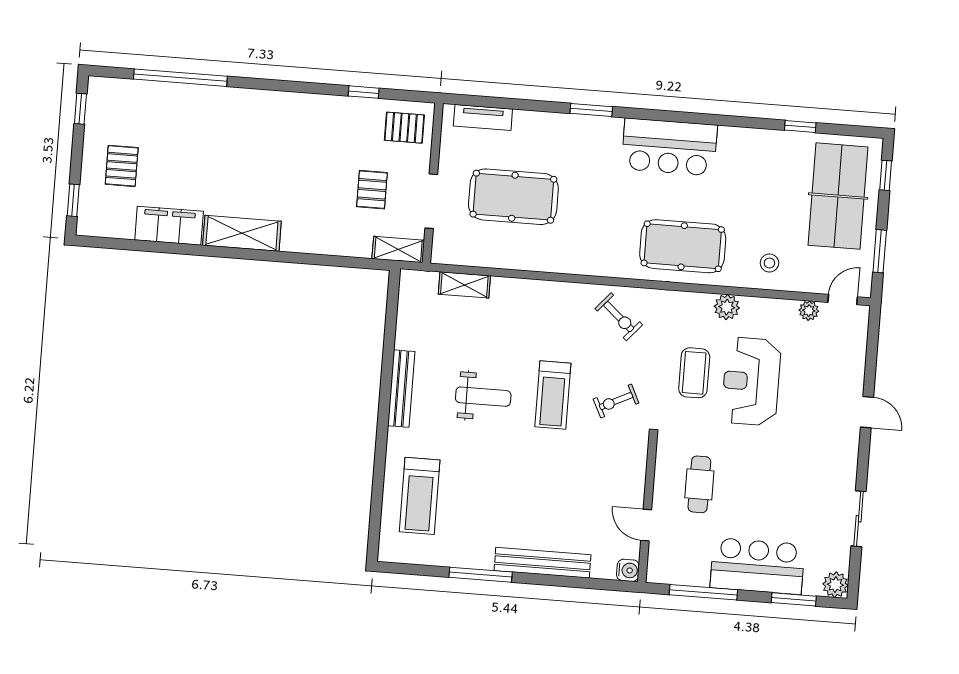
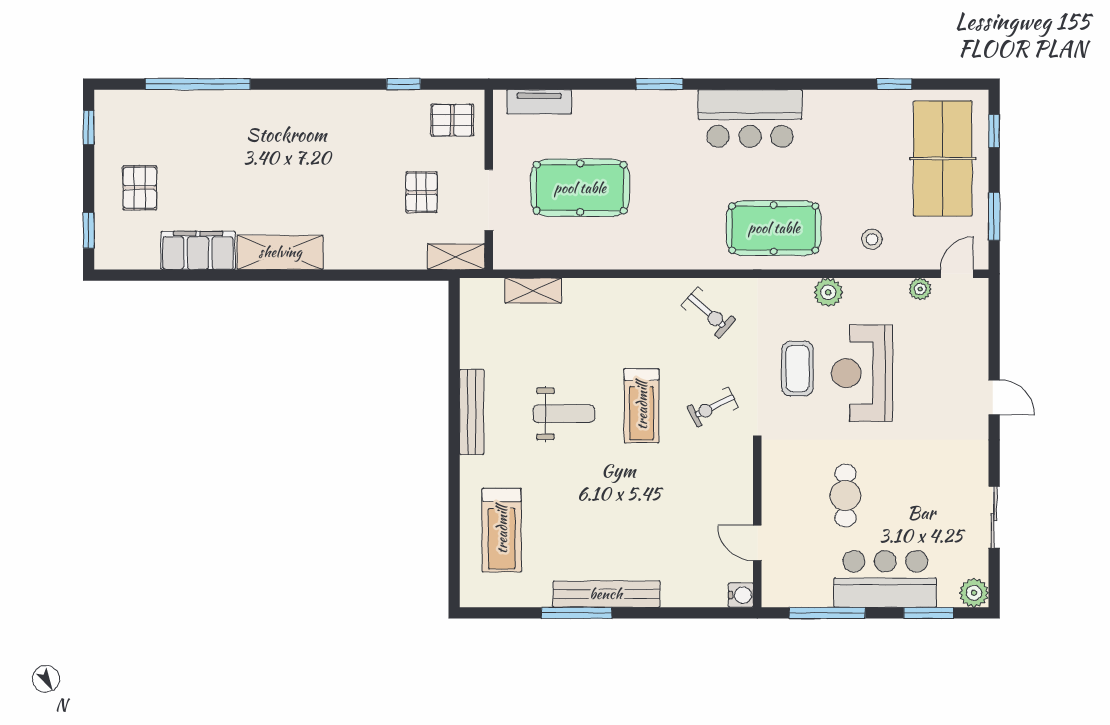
cafe table: (699, 484) -> (845, 496), moved
bench: (542, 563) -> (606, 594), moved

